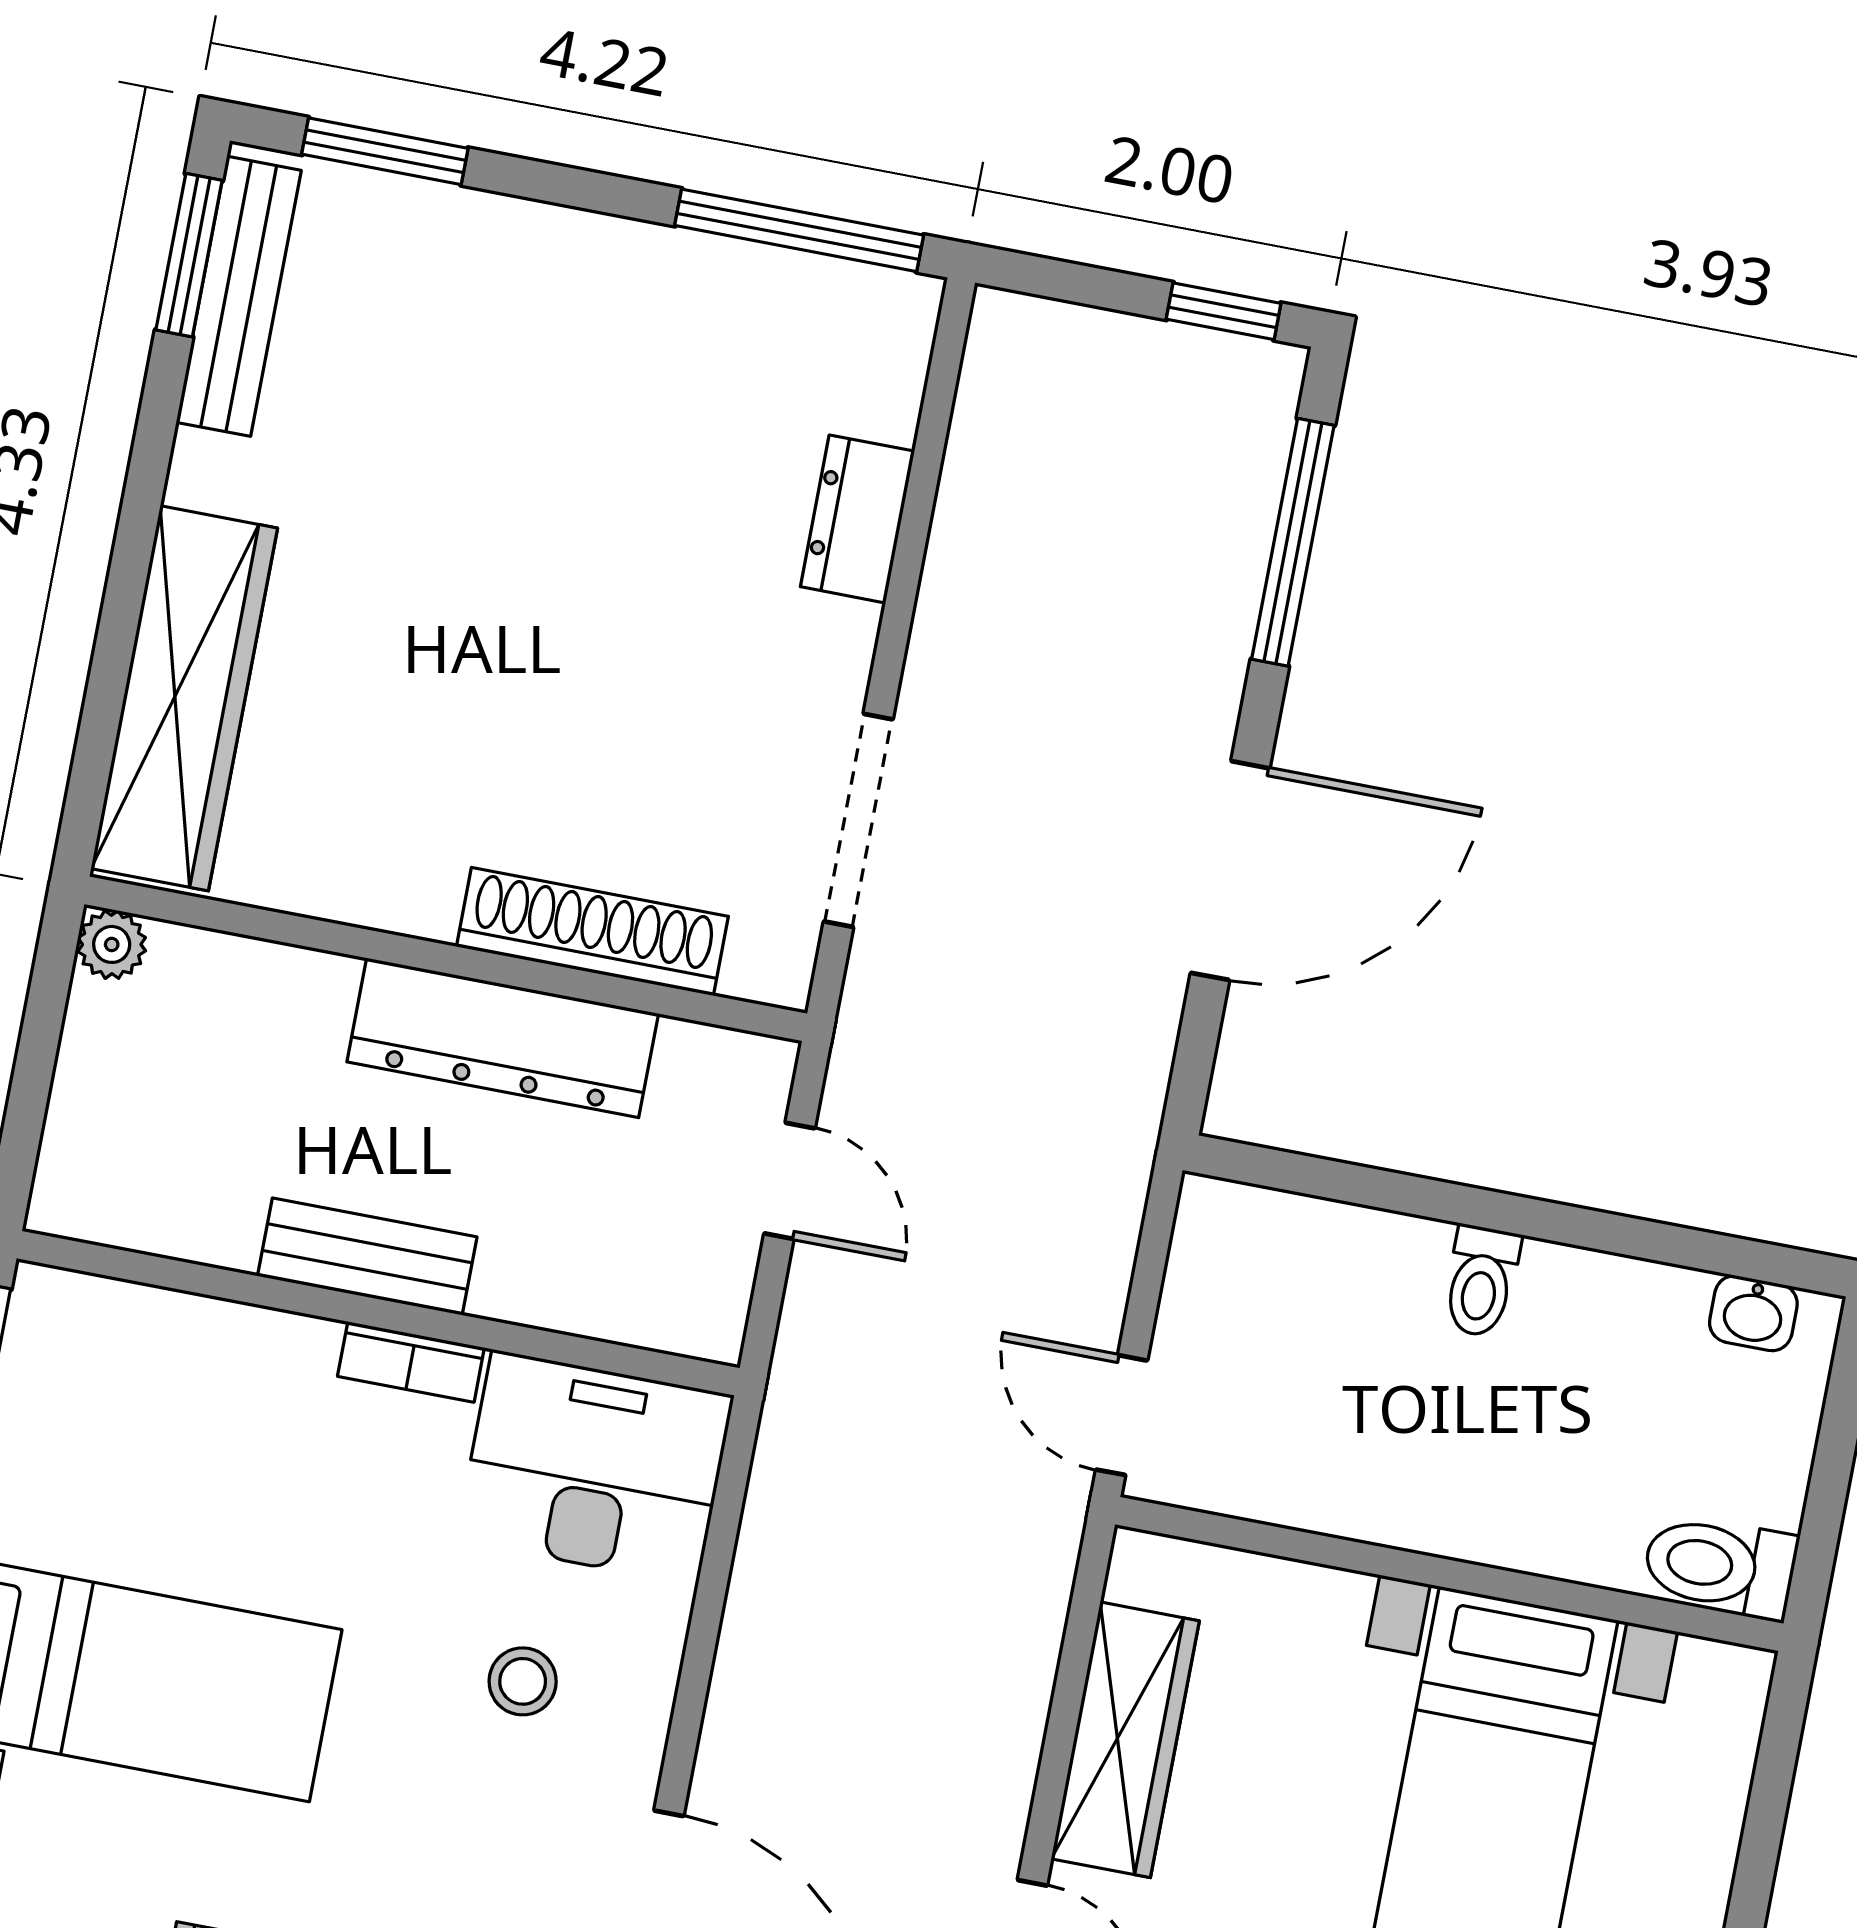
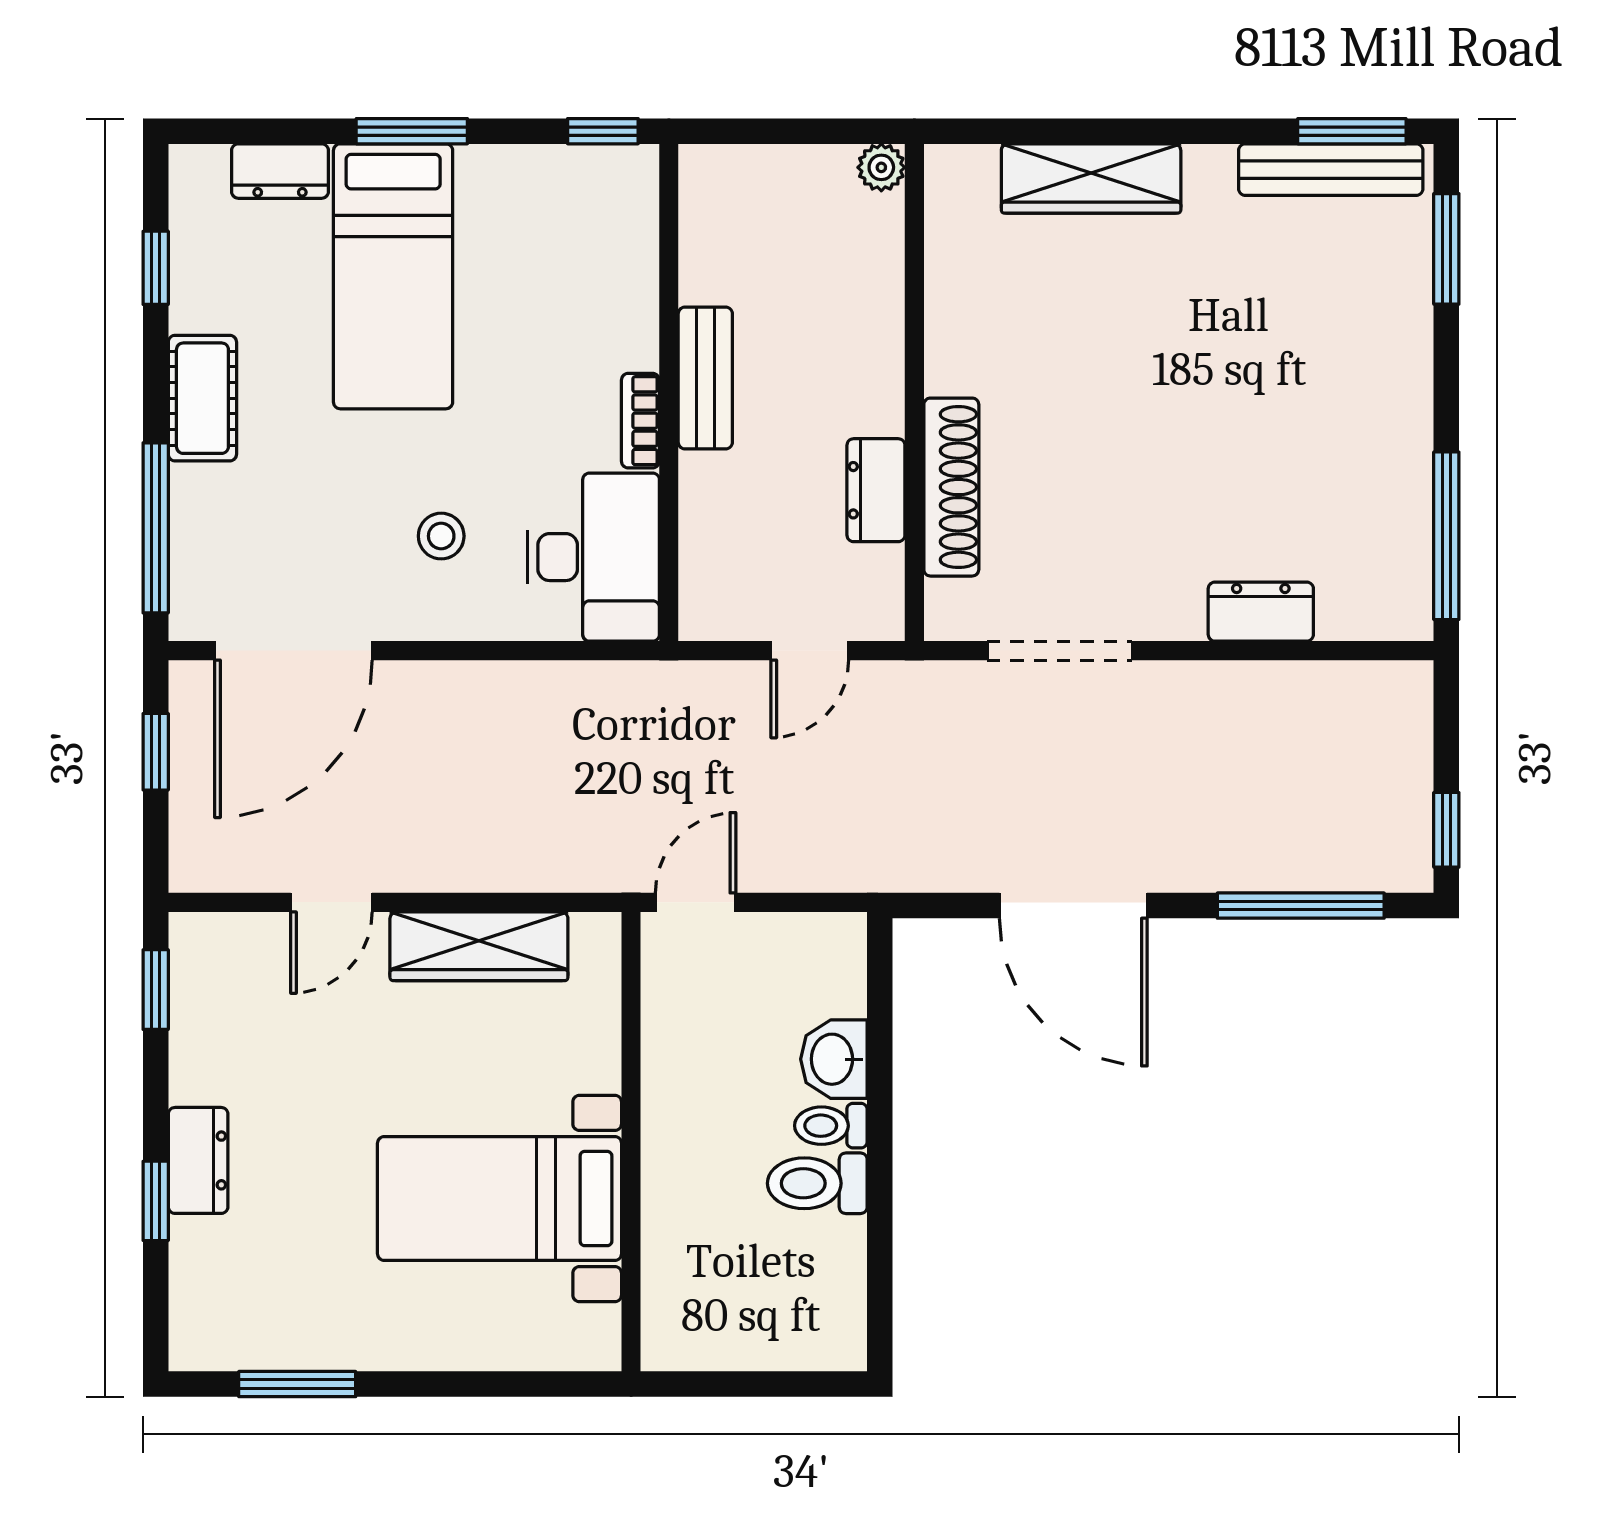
wardrobe: (184, 698) -> (1091, 179), width x0.71, depth x0.85
dresser: (503, 1038) -> (876, 490), width x0.51, depth x0.80
washbasin: (1753, 1313) -> (834, 1059), moved, width x1.38, depth x1.45
toilet: (1720, 1566) -> (817, 1183), moved, turned -90

